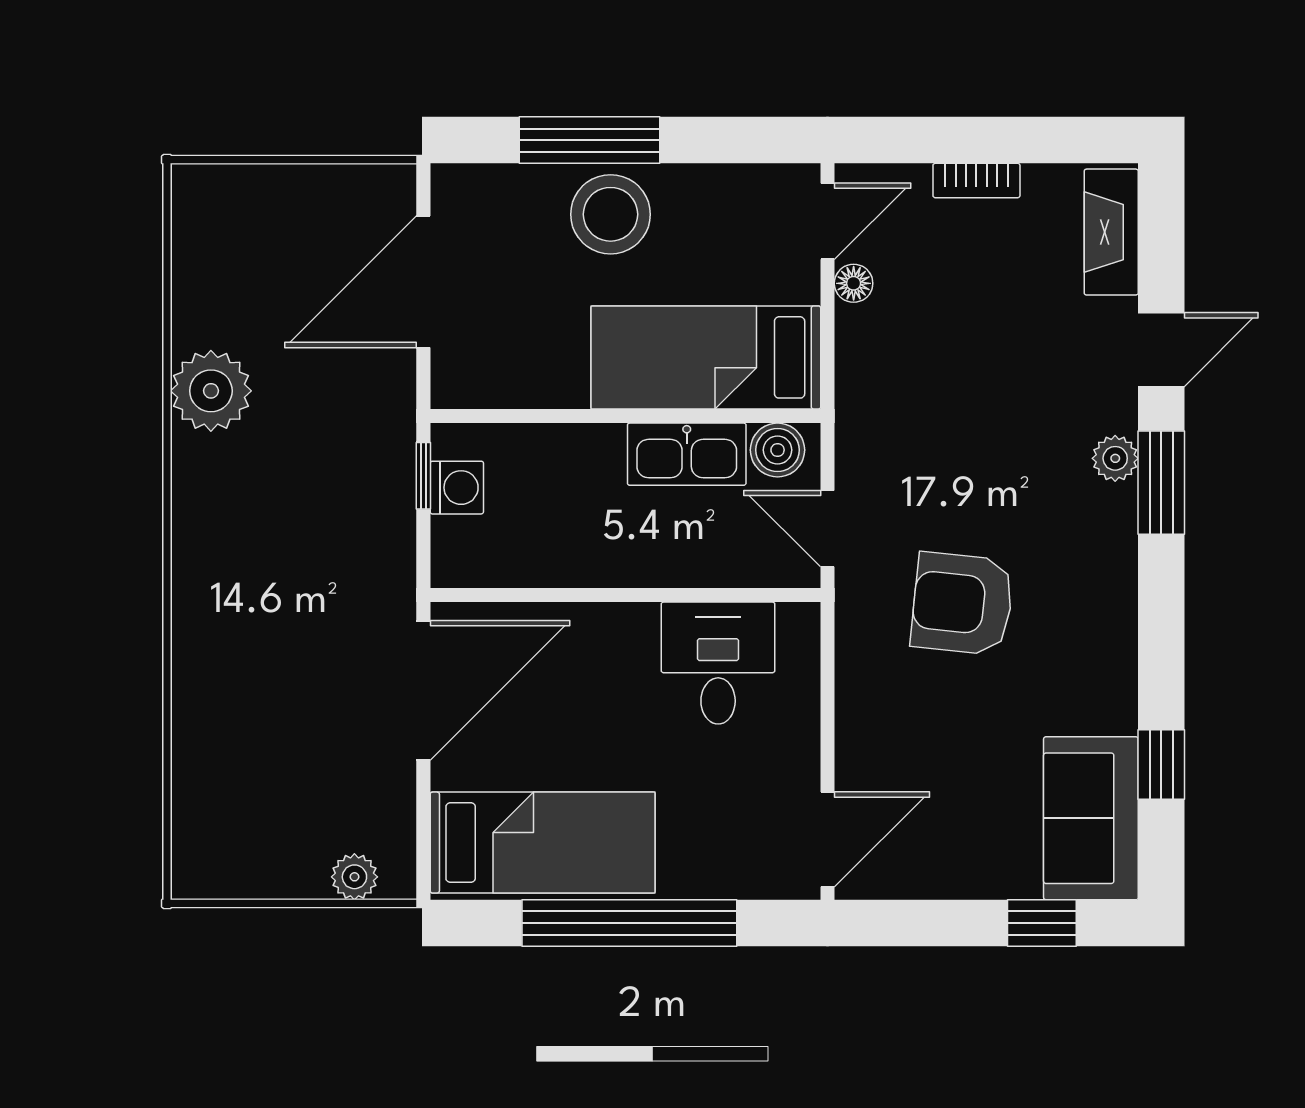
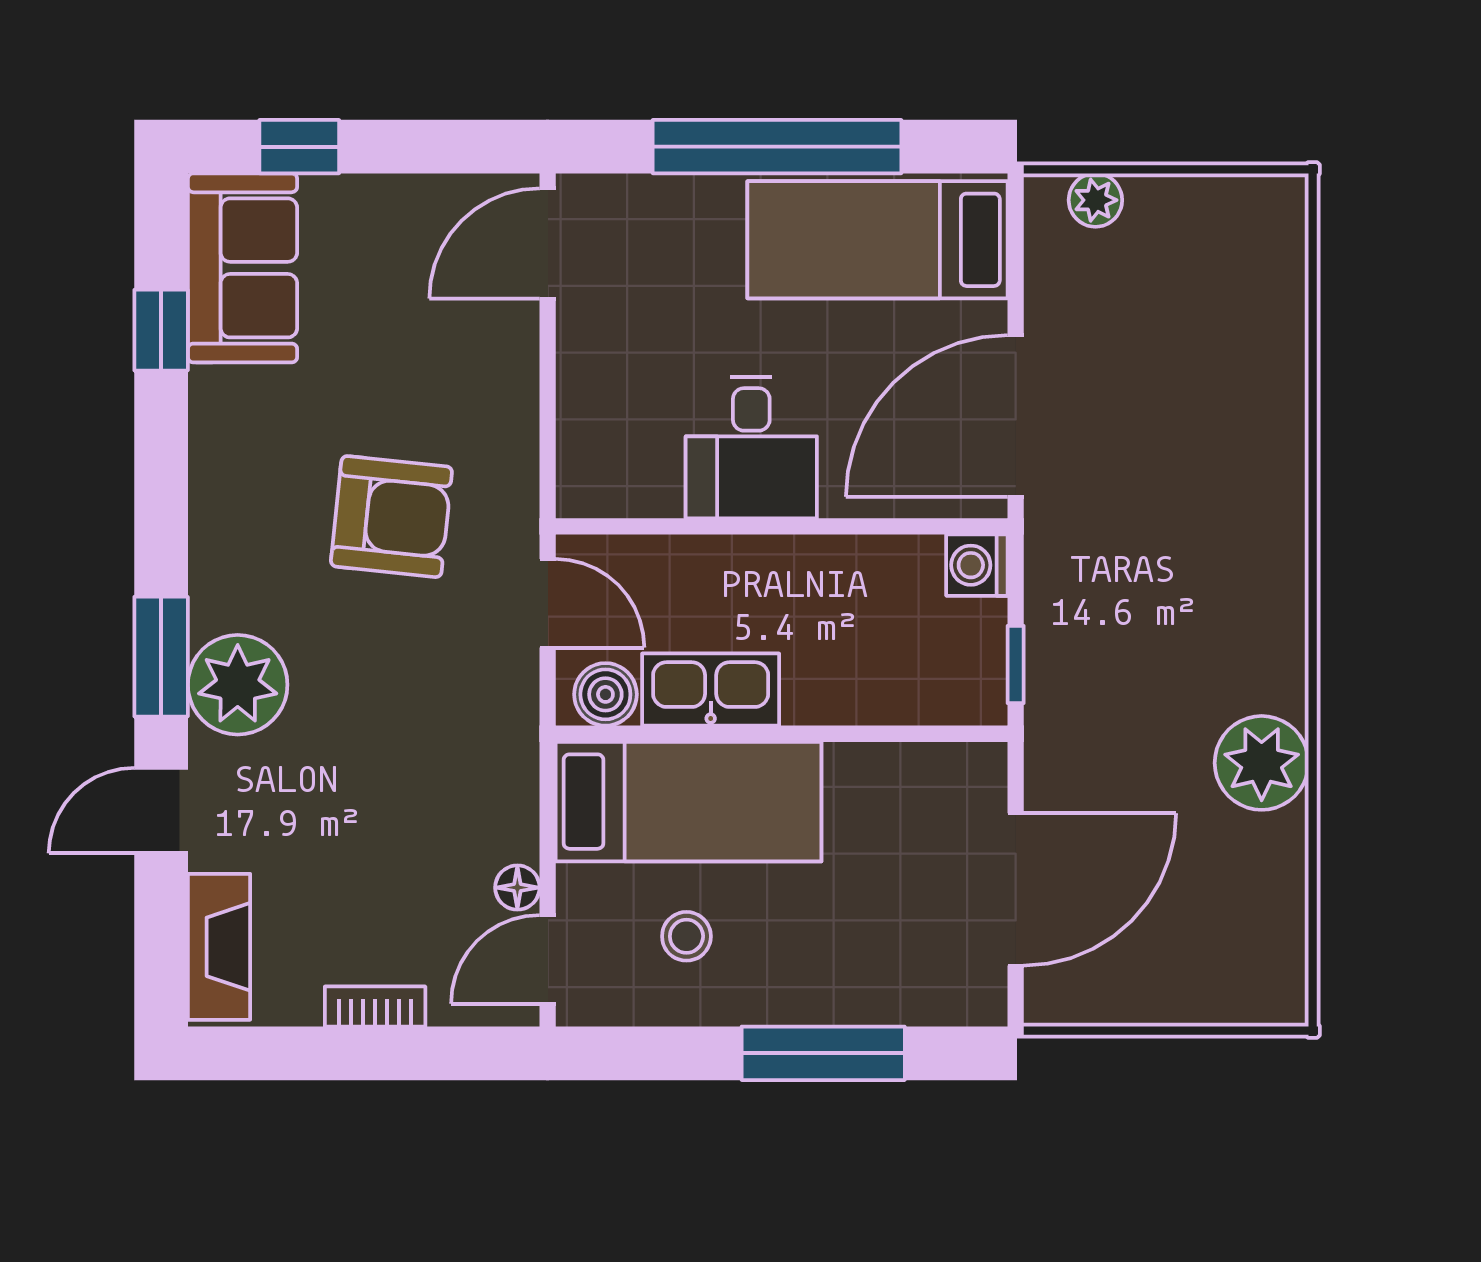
stool: (611, 214) -> (686, 936), moved, width x0.53, depth x0.53
plant: (1115, 458) -> (238, 685), width x1.88, depth x1.88
washing machine: (457, 488) -> (977, 565), moved
desk: (718, 663) -> (751, 448), moved

